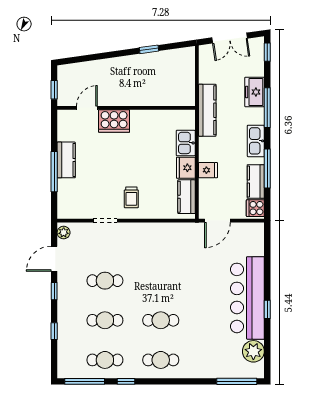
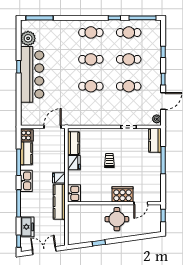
round table: (122, 84) -> (117, 219), added
freezer: (255, 92) -> (27, 227), moved
kitchen sink: (186, 143) -> (74, 193), moved
kitchen counter: (66, 160) -> (155, 140), moved
fridge: (208, 170) -> (59, 178), moved
trolley: (131, 197) -> (109, 161), moved
cafe table: (161, 281) -> (91, 86), added

